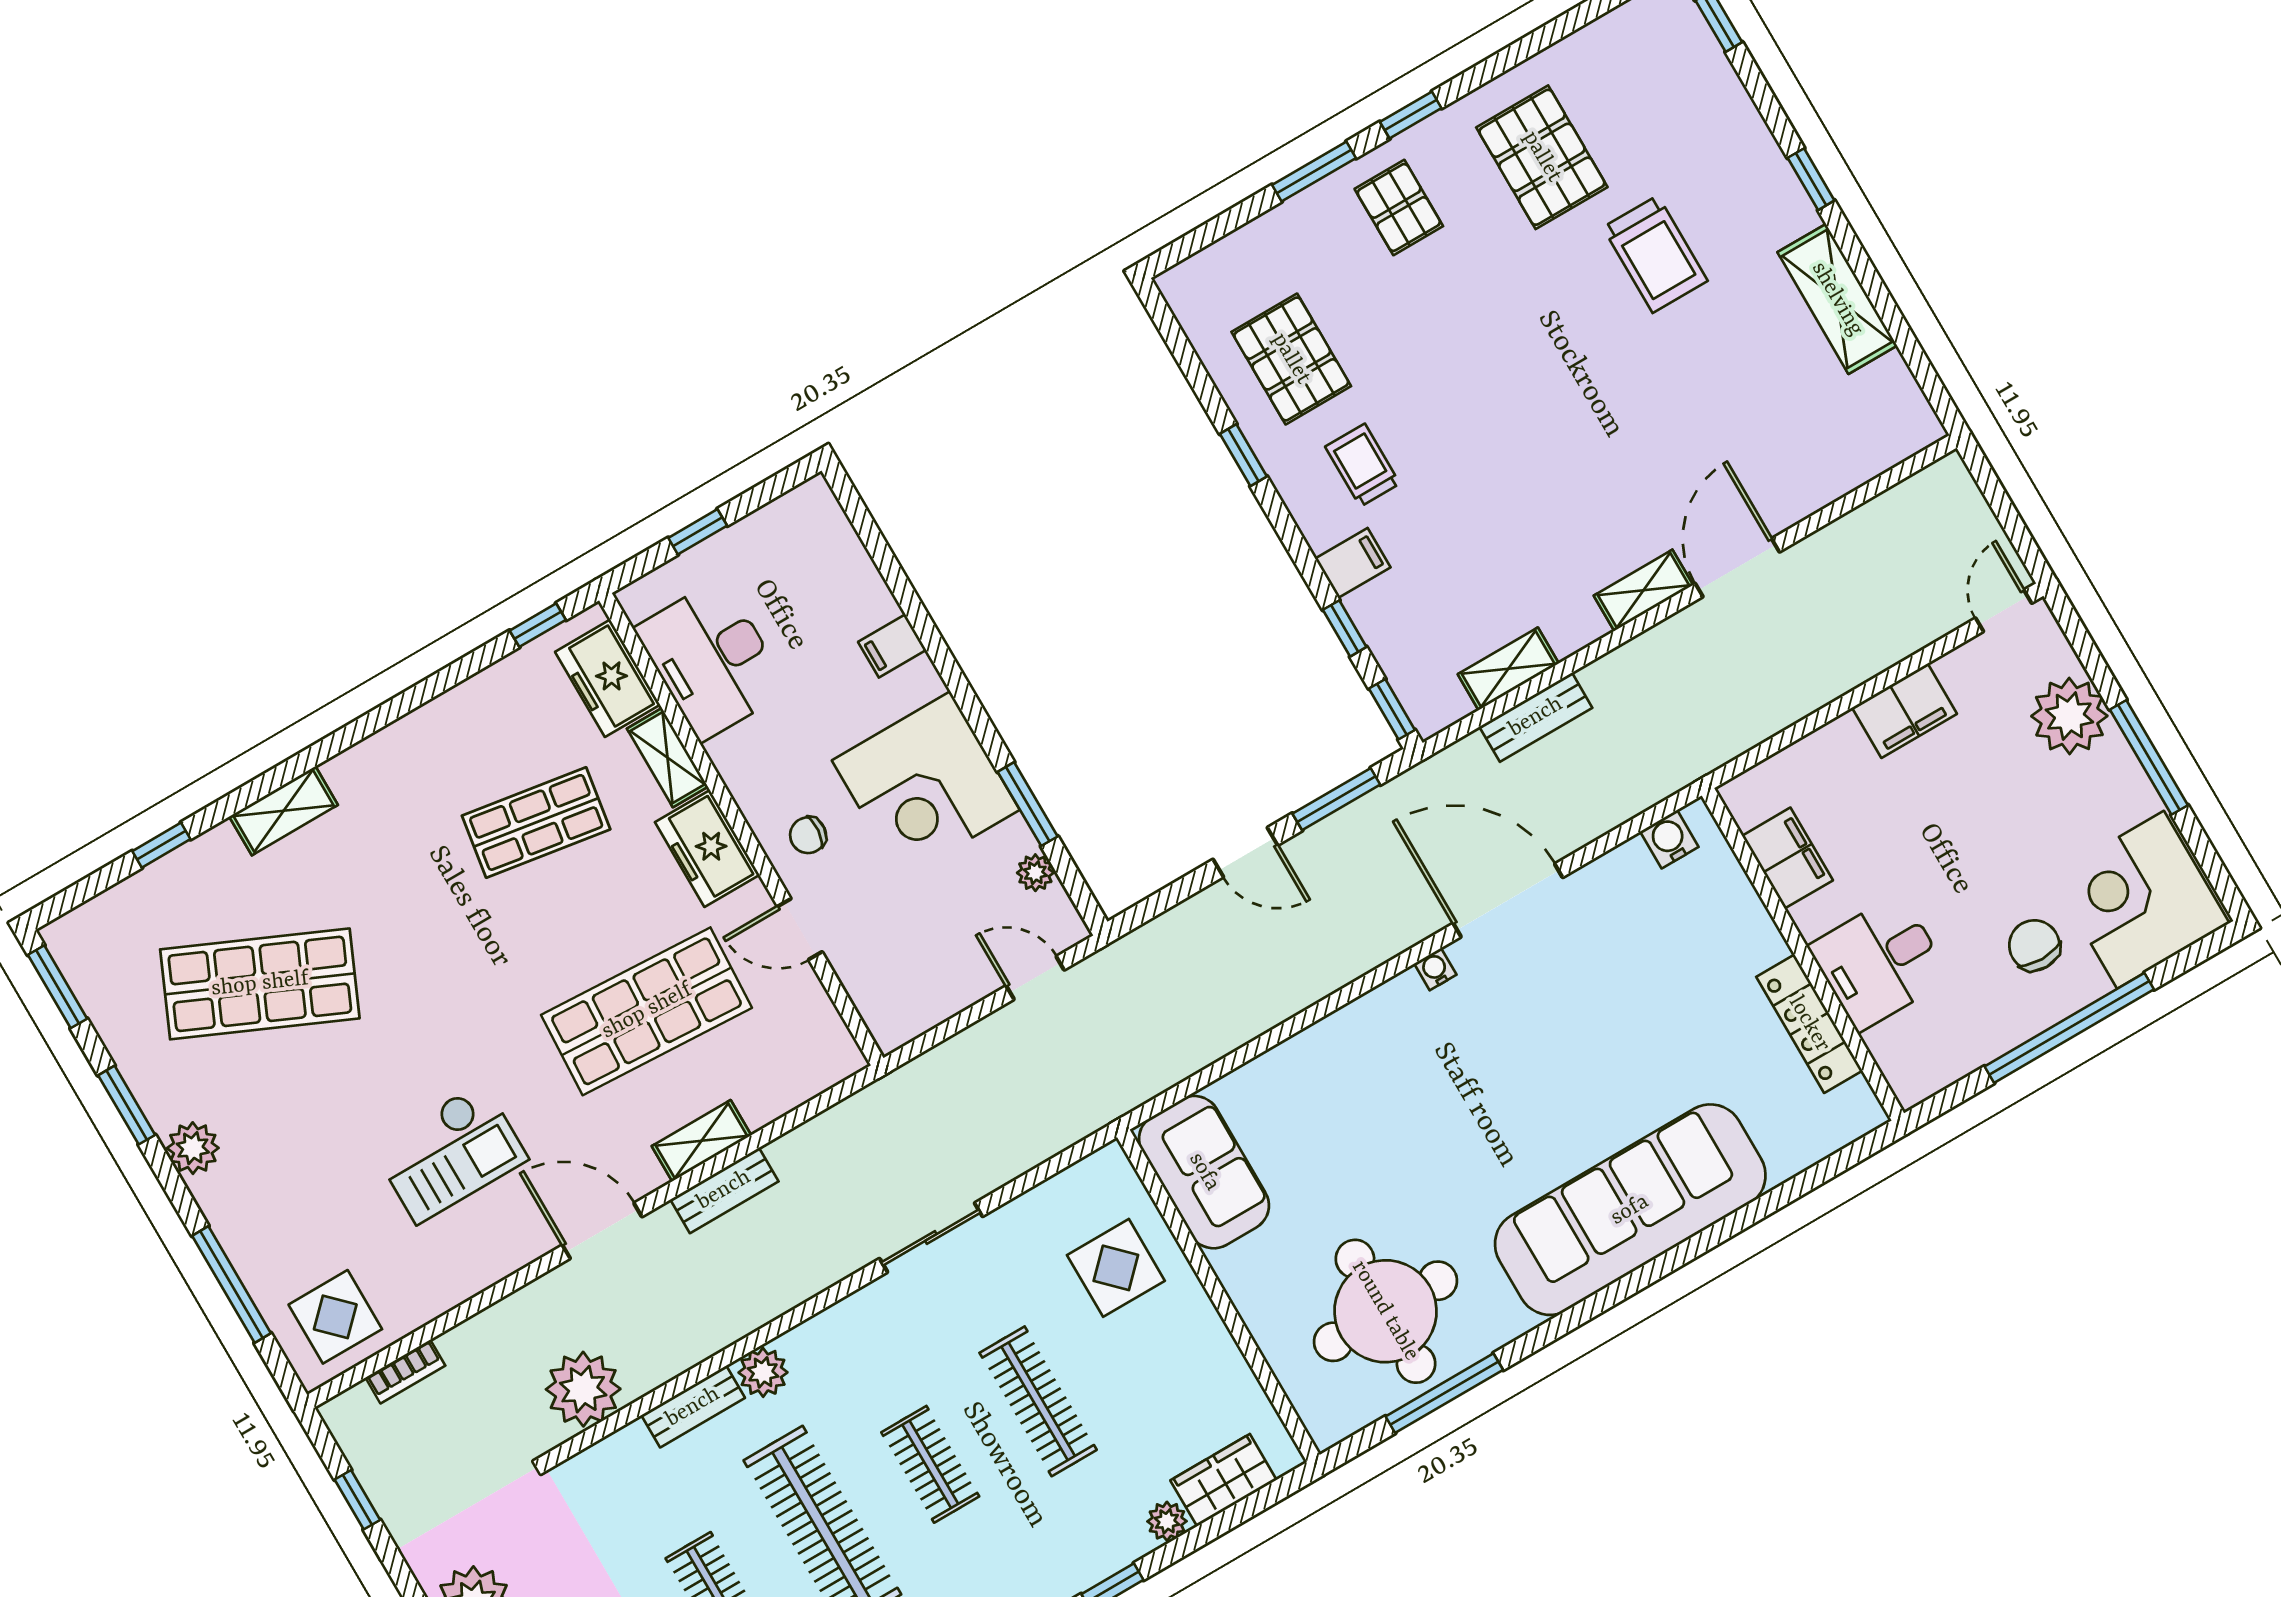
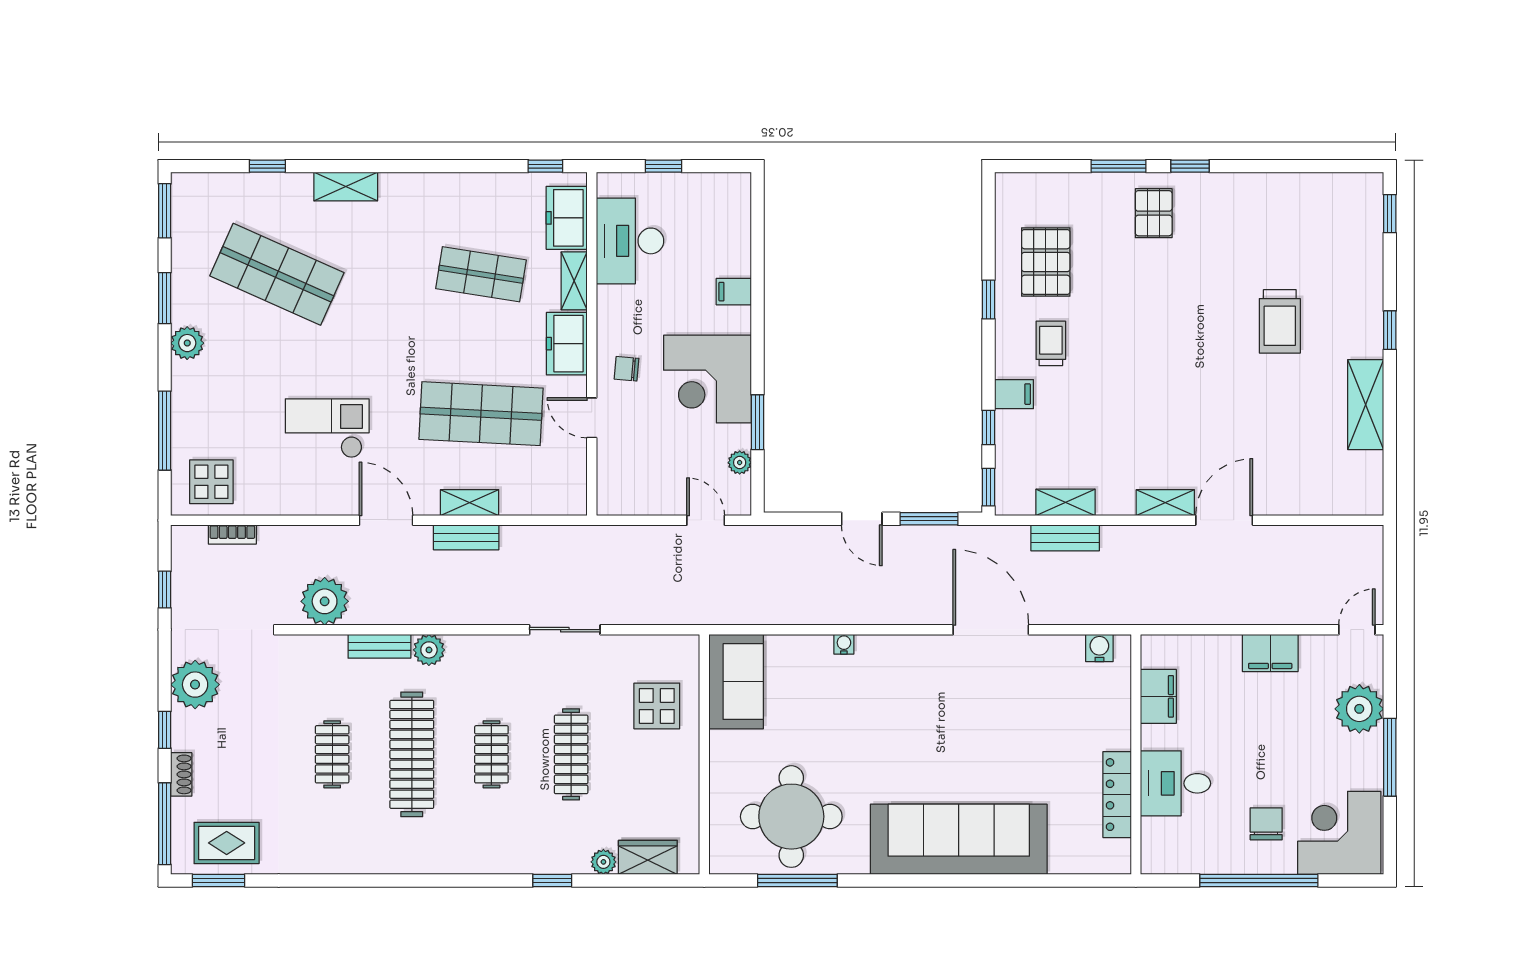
pallet: (1542, 157) -> (1249, 232), removed
water cooler: (1435, 969) -> (844, 644), moved
checkout: (450, 1153) -> (327, 428), turned 180

